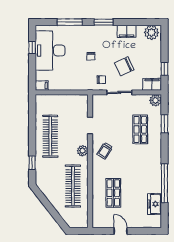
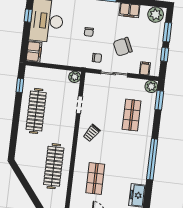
window: (164, 48) -> (167, 32), added
filing cabinet: (152, 84) -> (145, 69), width x0.50
filing cabinet: (42, 86) -> (34, 52), width x2.00
window: (164, 124) -> (159, 100), moved
plant: (83, 151) -> (75, 77), moved
window: (32, 163) -> (20, 85), moved
window: (164, 183) -> (152, 159), moved

